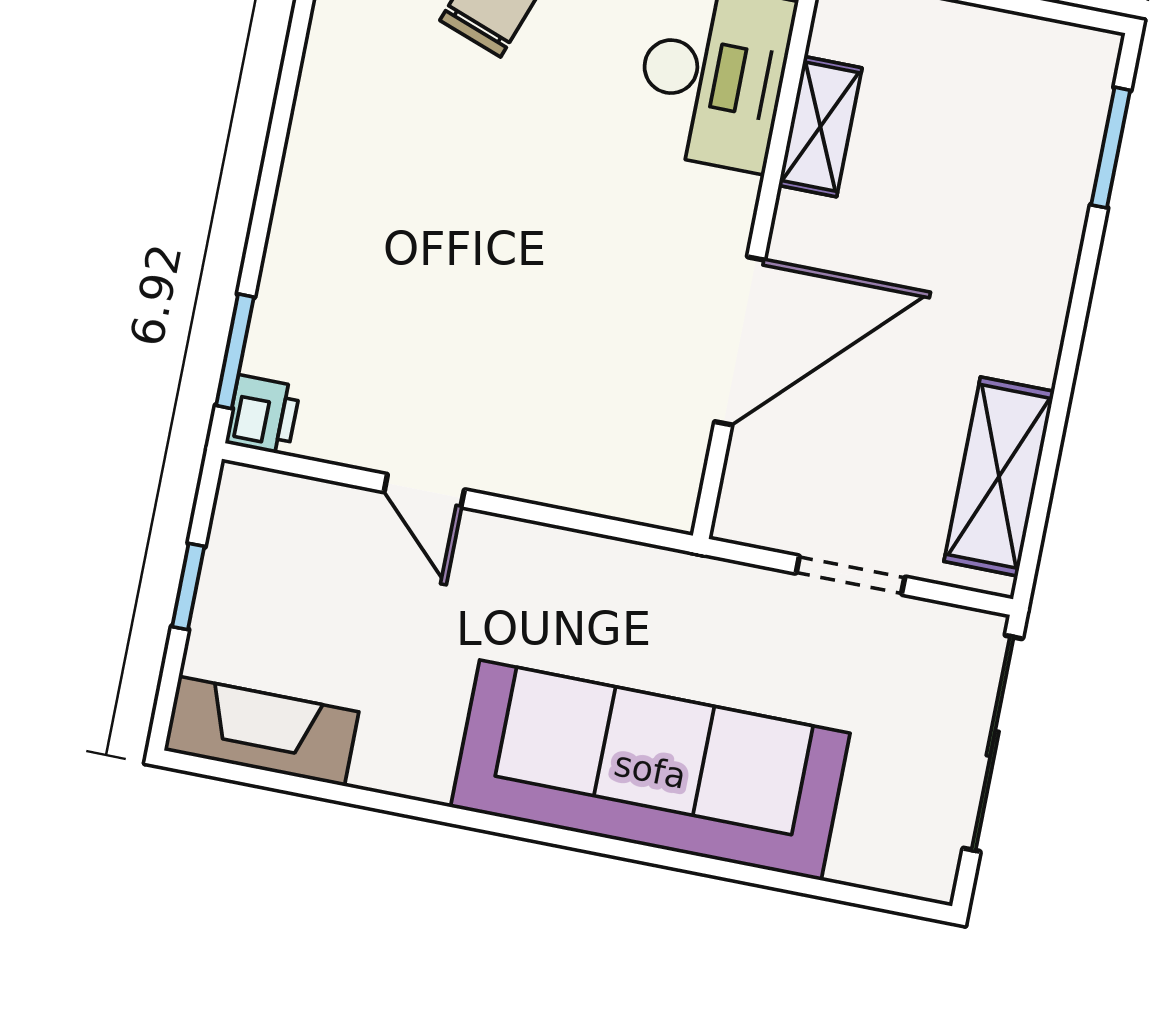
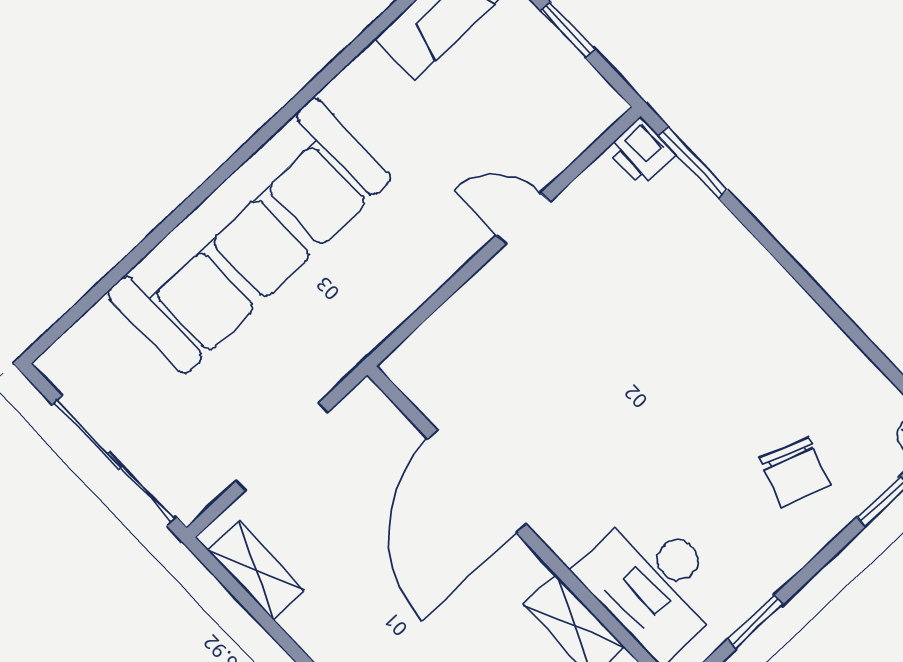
shelving: (999, 476) -> (256, 570), width x0.67, depth x0.75
doorway: (850, 575) -> (282, 447), width x1.38

